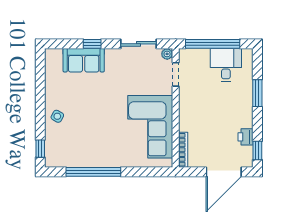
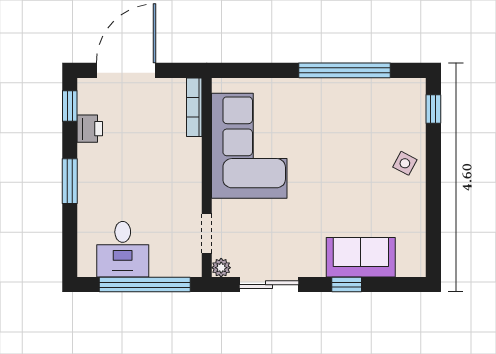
window: (257, 93) -> (70, 181), moved

